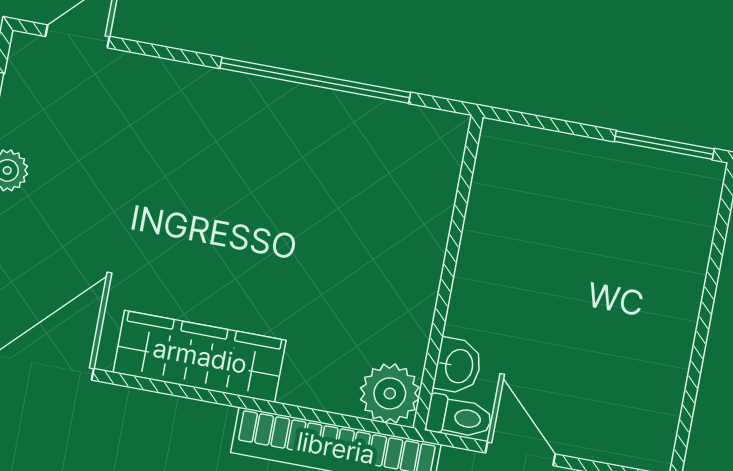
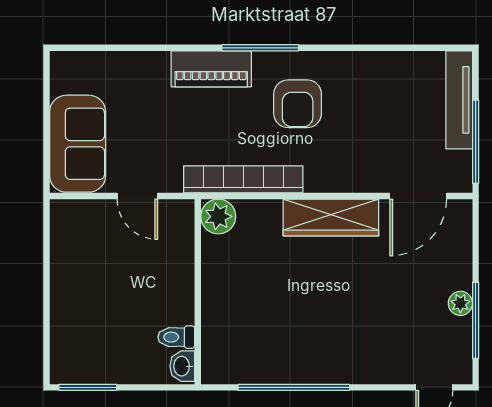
washbasin: (458, 366) -> (182, 366), moved
toilet: (459, 417) -> (176, 337), moved

